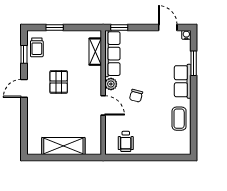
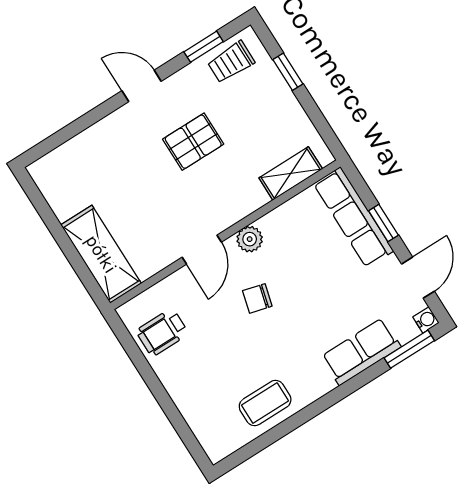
window: (119, 27) -> (383, 223), moved
row of seats: (112, 54) -> (353, 217), moved, turned 90
window: (194, 63) -> (409, 349), moved
row of seats: (183, 81) -> (361, 352), moved
shelving: (63, 146) -> (101, 254), moved

